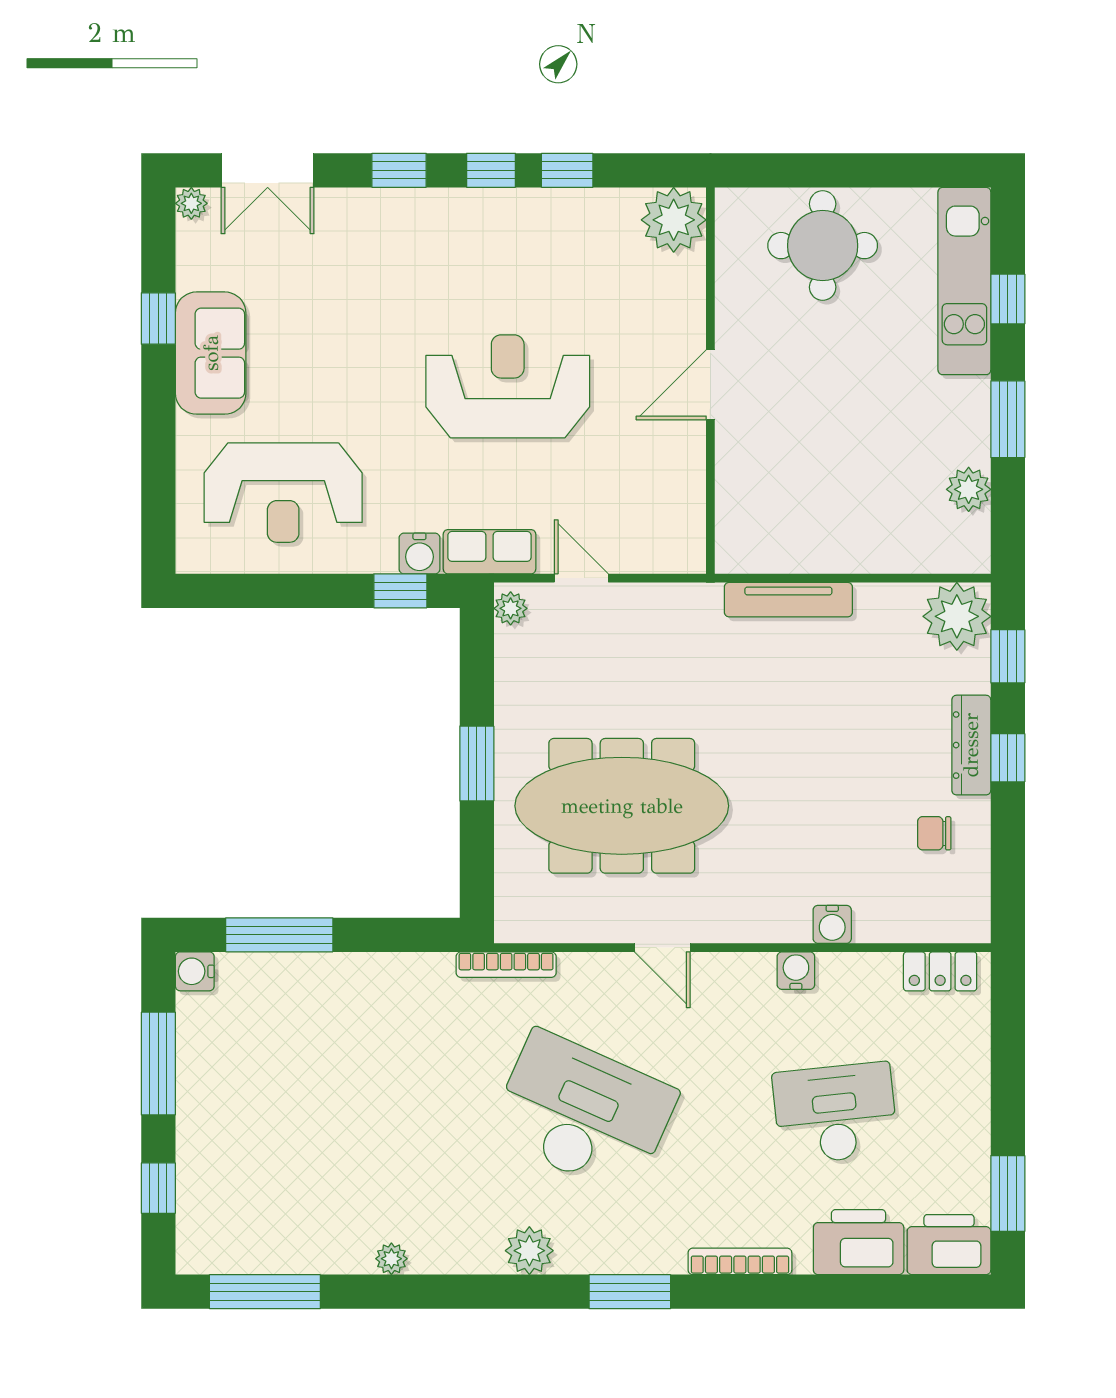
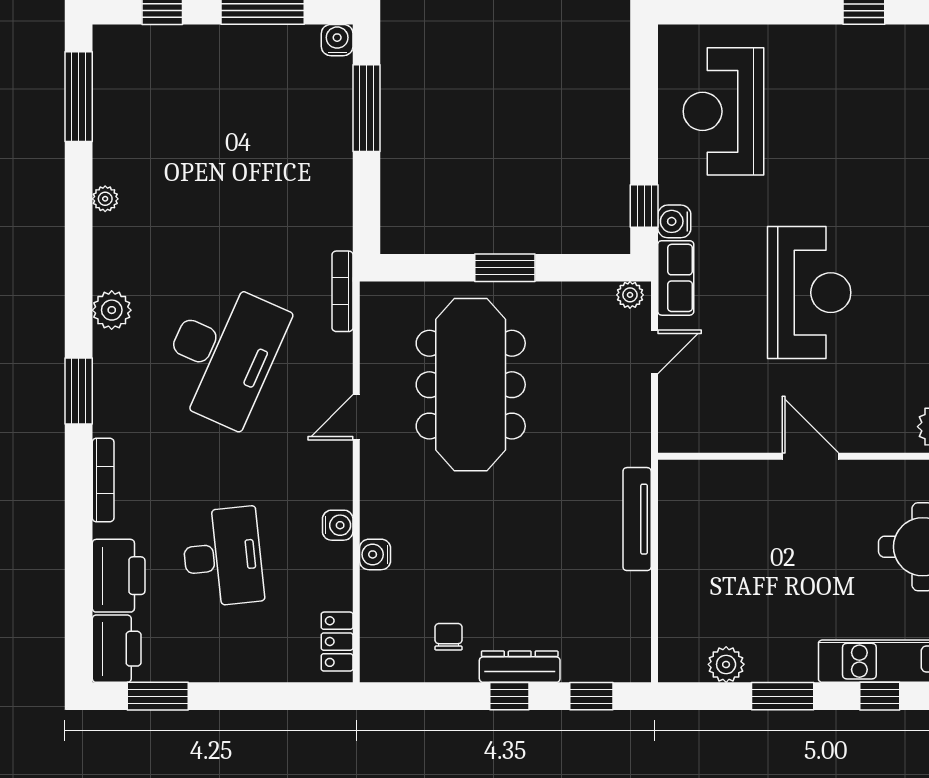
sofa: (211, 353) -> (836, 53), removed
plant: (957, 616) -> (624, 655), removed

